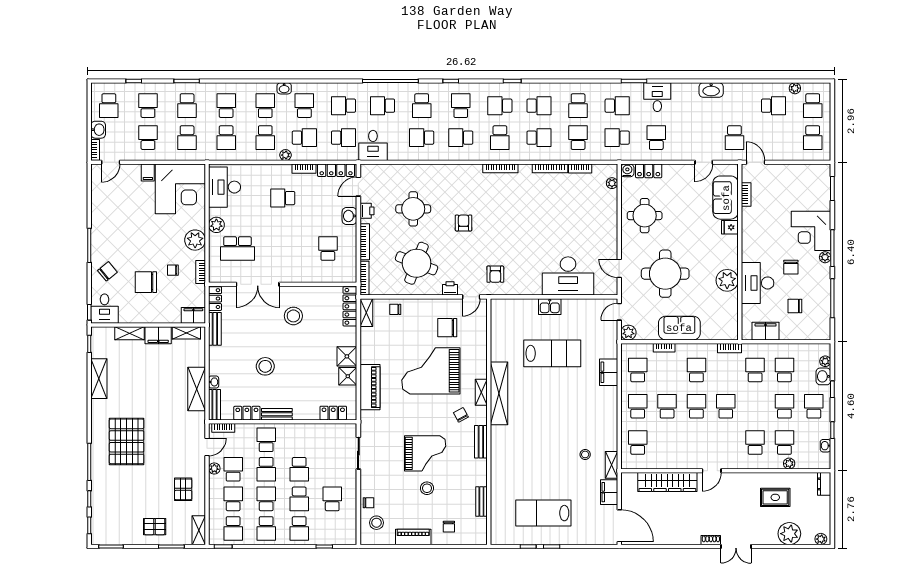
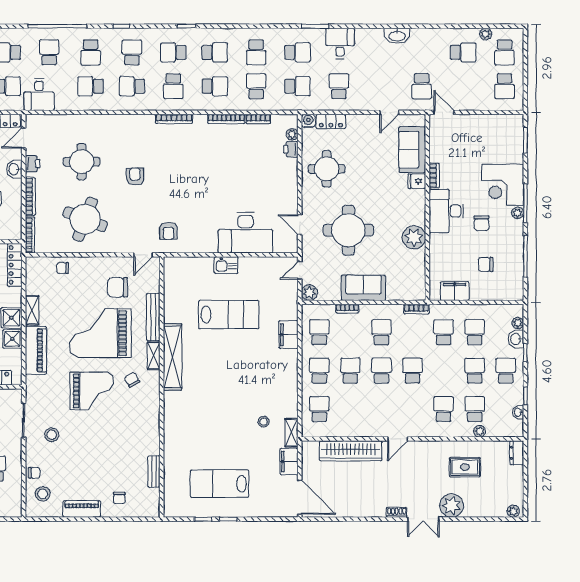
school desk: (383, 106) -> (49, 52), turned 90
school desk: (617, 138) -> (298, 86), turned 180
bookcase: (746, 195) -> (434, 175), moved
desk: (758, 283) -> (446, 211), moved
printer: (450, 288) -> (291, 149), moved, turned -90
shelving: (366, 313) -> (32, 310), moved
bench: (481, 442) -> (153, 317), moved, width x1.36
grand piano: (425, 453) -> (92, 391), moved
stool: (427, 488) -> (52, 435), moved
plant: (789, 534) -> (452, 505), moved

